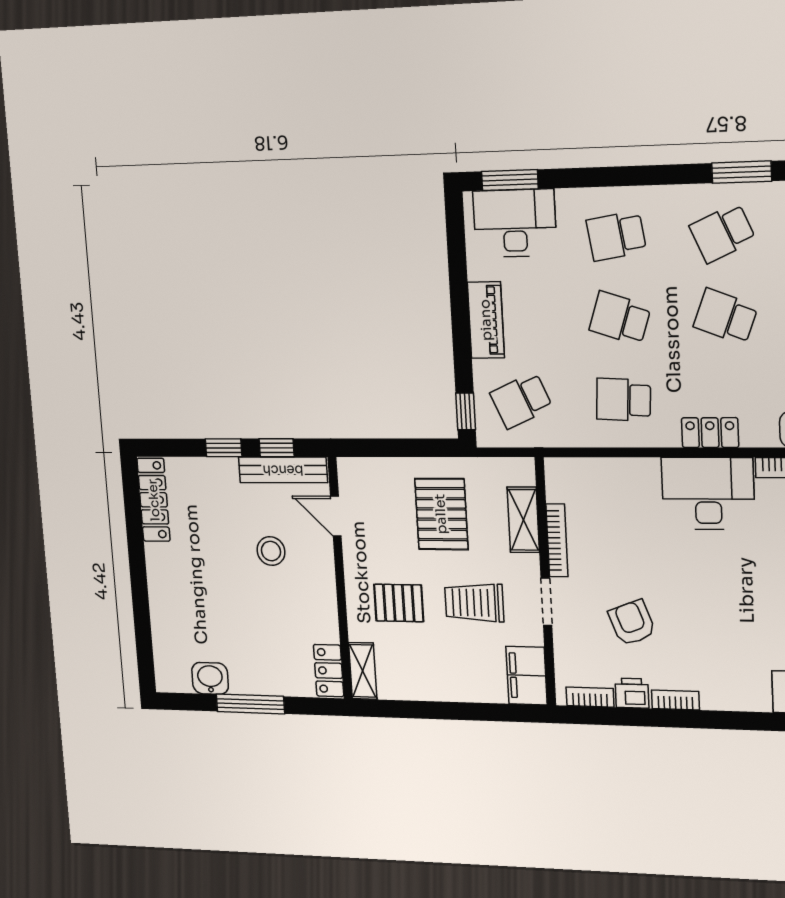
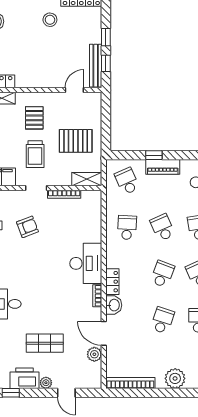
school desk: (620, 318) -> (162, 227), turned -42
window: (466, 411) -> (154, 155), moved
locker: (710, 433) -> (112, 282), moved
shelving: (523, 520) -> (87, 179), moved
stool: (271, 551) -> (50, 20), moved
trolley: (474, 603) -> (35, 154), turned 180

